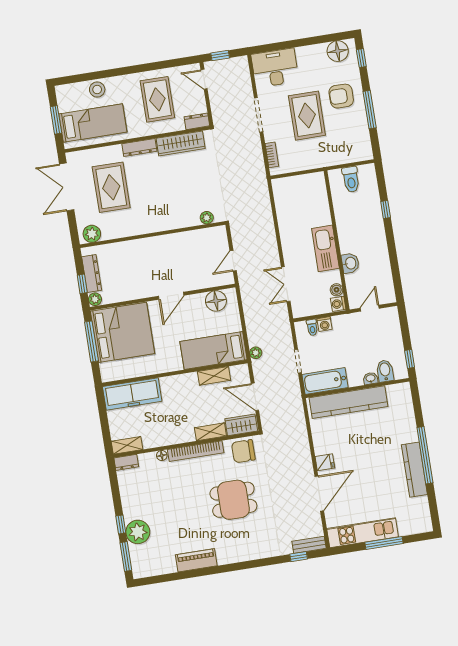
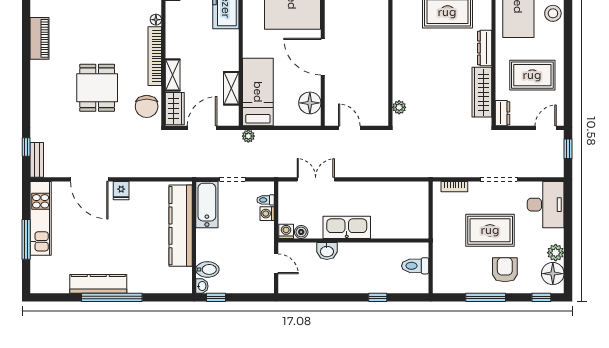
plant: (318, 52) -> (556, 253), added
door: (171, 296) -> (323, 57), width x1.36
washbasin: (371, 378) -> (202, 286), moved
chair: (243, 451) -> (147, 106), turned 180

